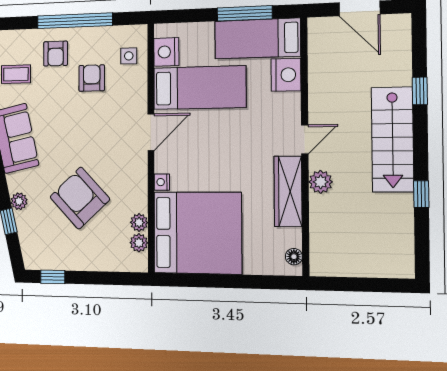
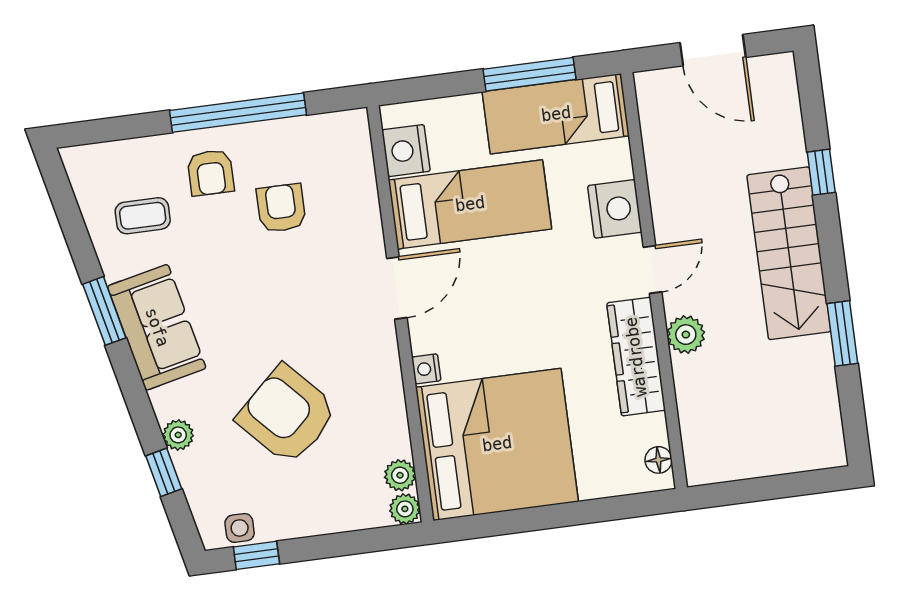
side table: (129, 56) -> (240, 528), moved
nightstand: (286, 75) -> (615, 209), moved
window: (421, 194) -> (842, 333), width x1.50
plant: (139, 222) -> (405, 509), moved

